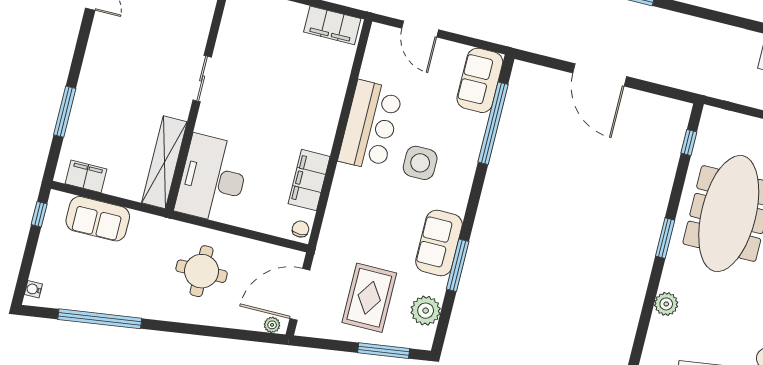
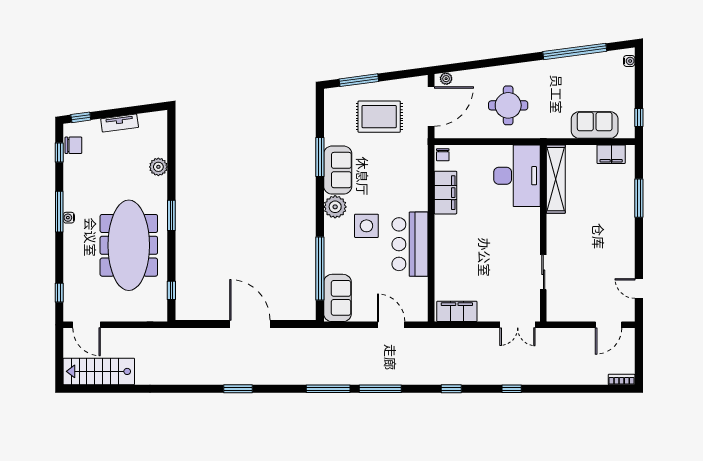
sliding door: (202, 79) -> (543, 272), moved
rug: (369, 298) -> (379, 117), turned 90
plant: (426, 311) -> (335, 207), moved

